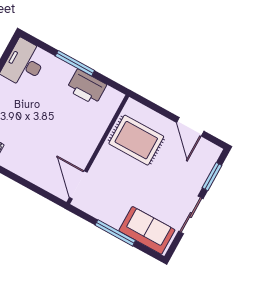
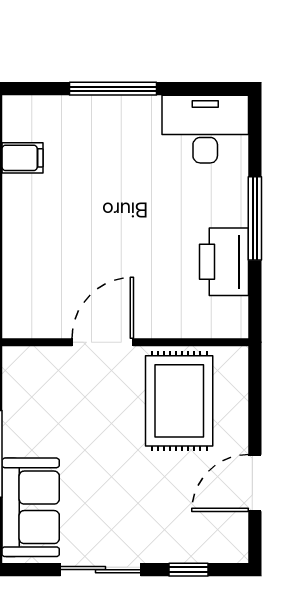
window: (212, 177) -> (189, 570), width x0.67
door: (78, 185) -> (103, 342), moved

